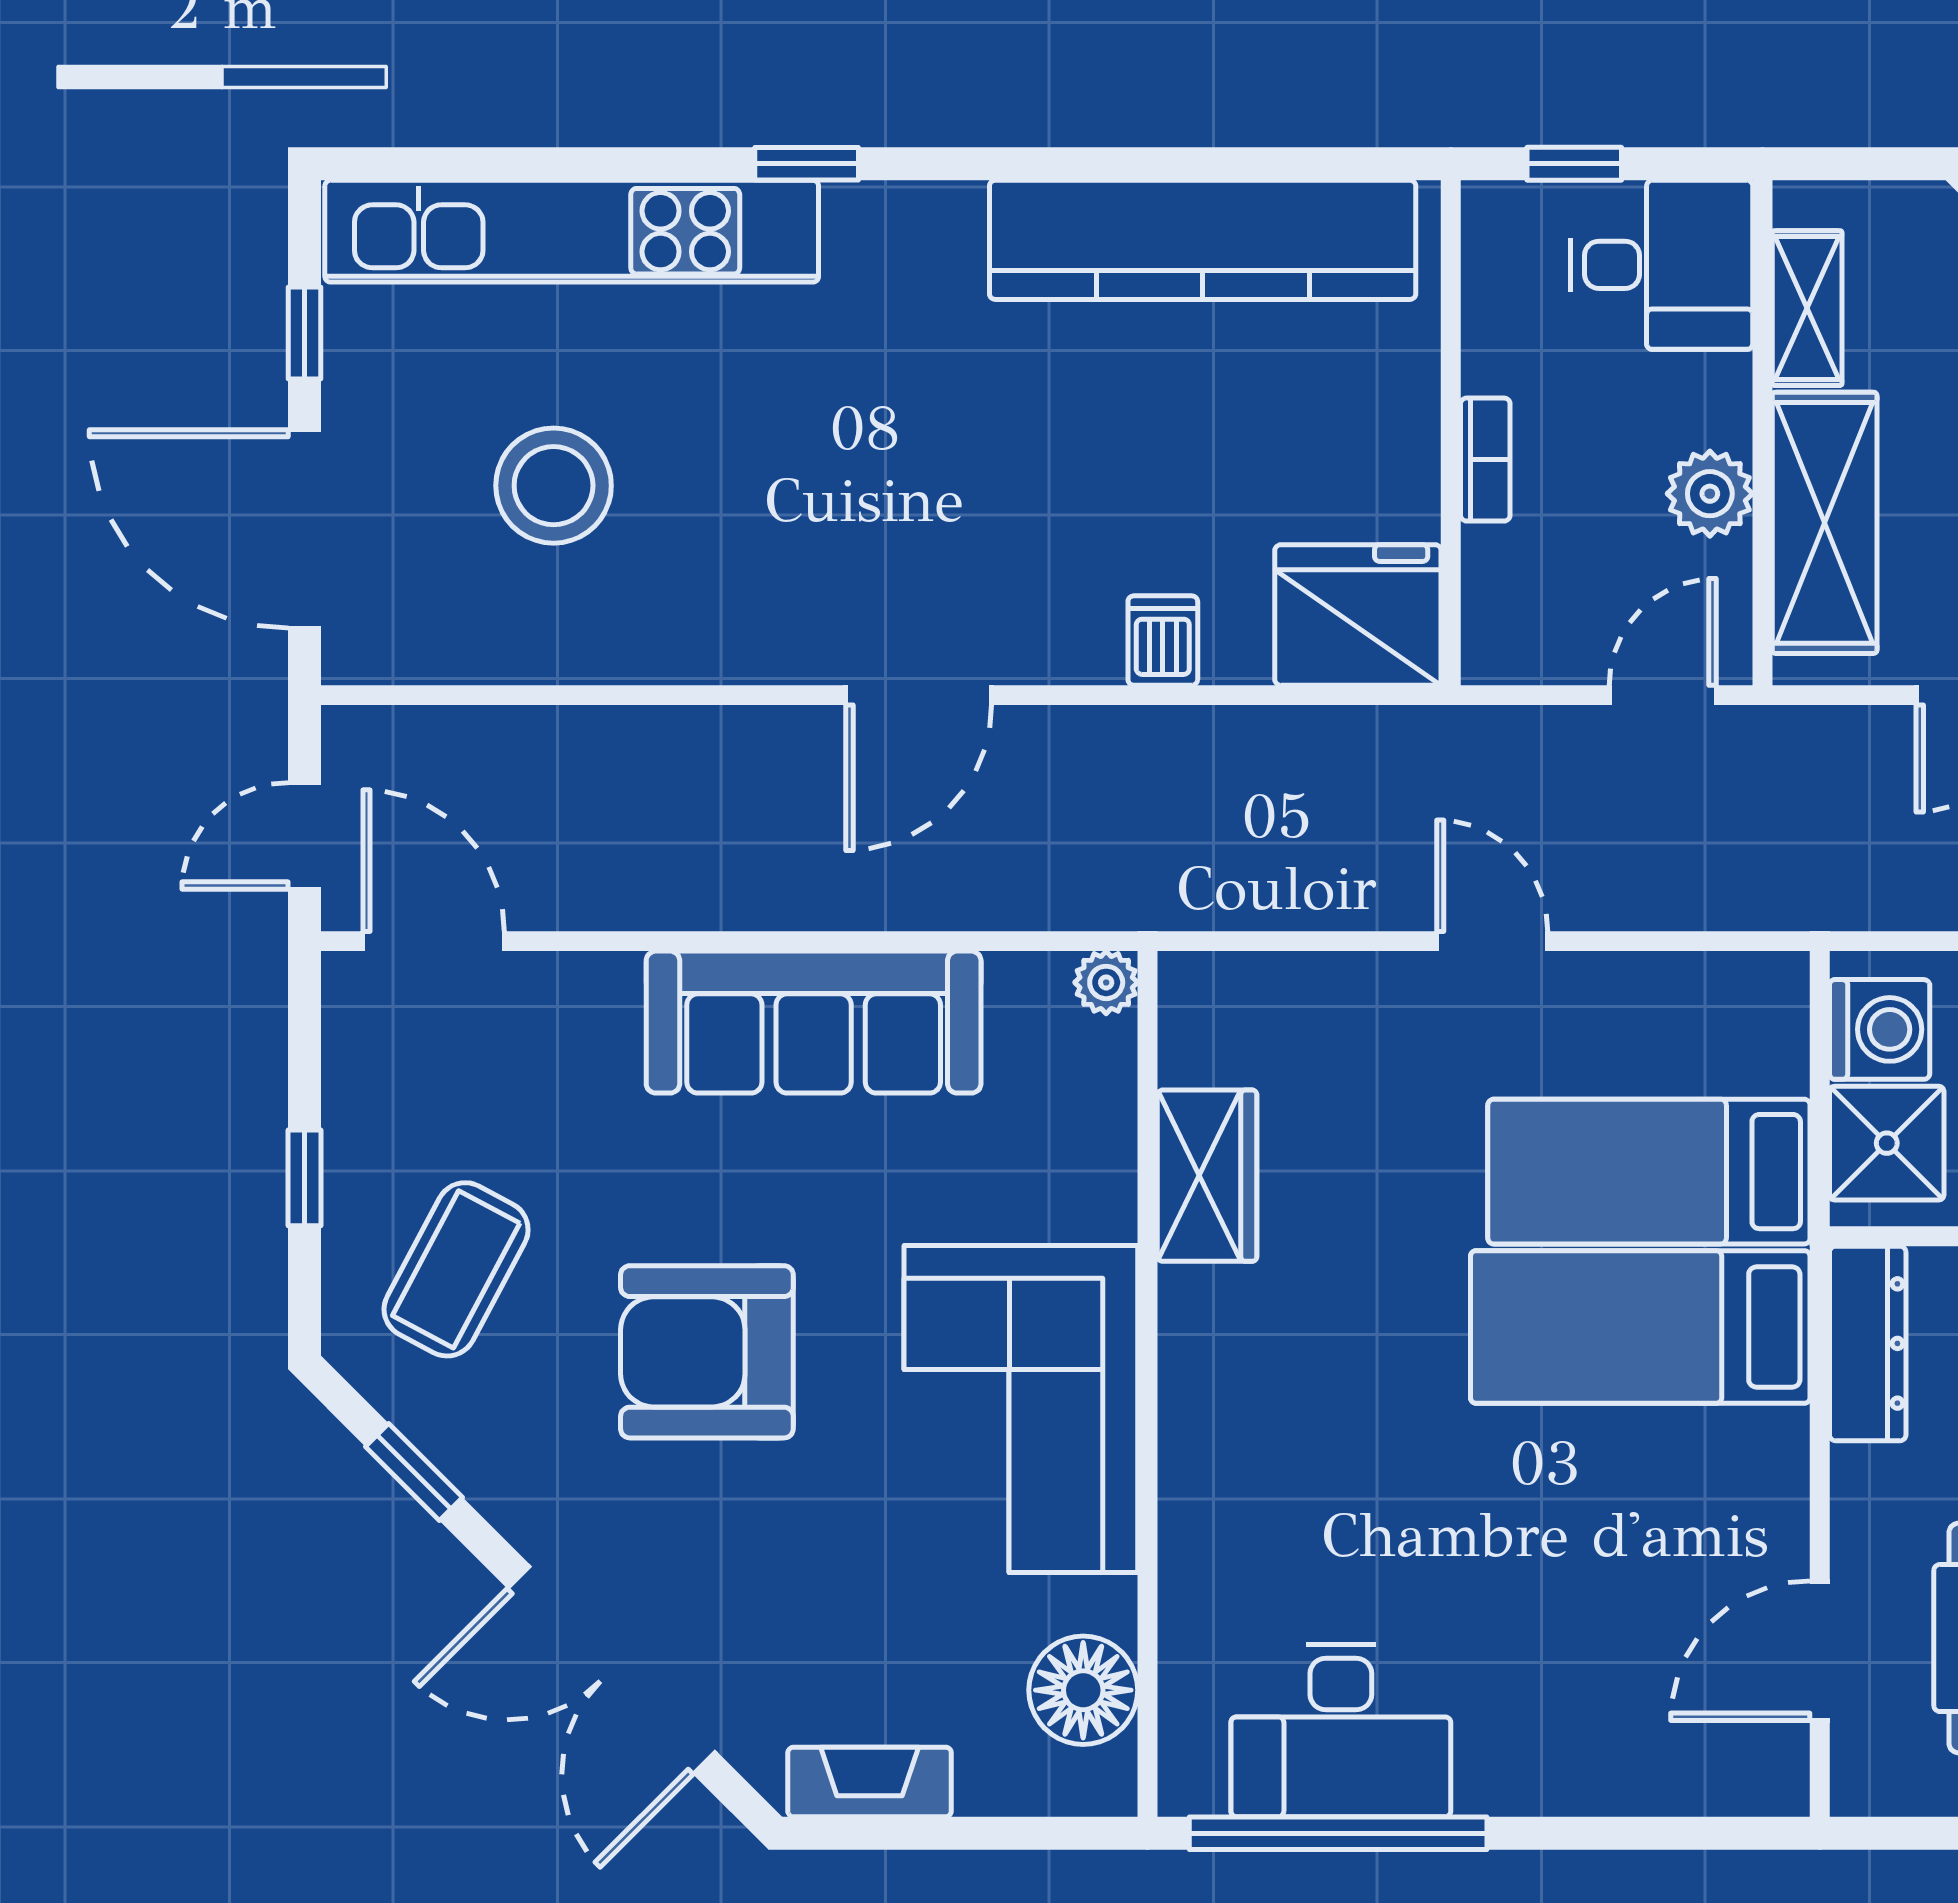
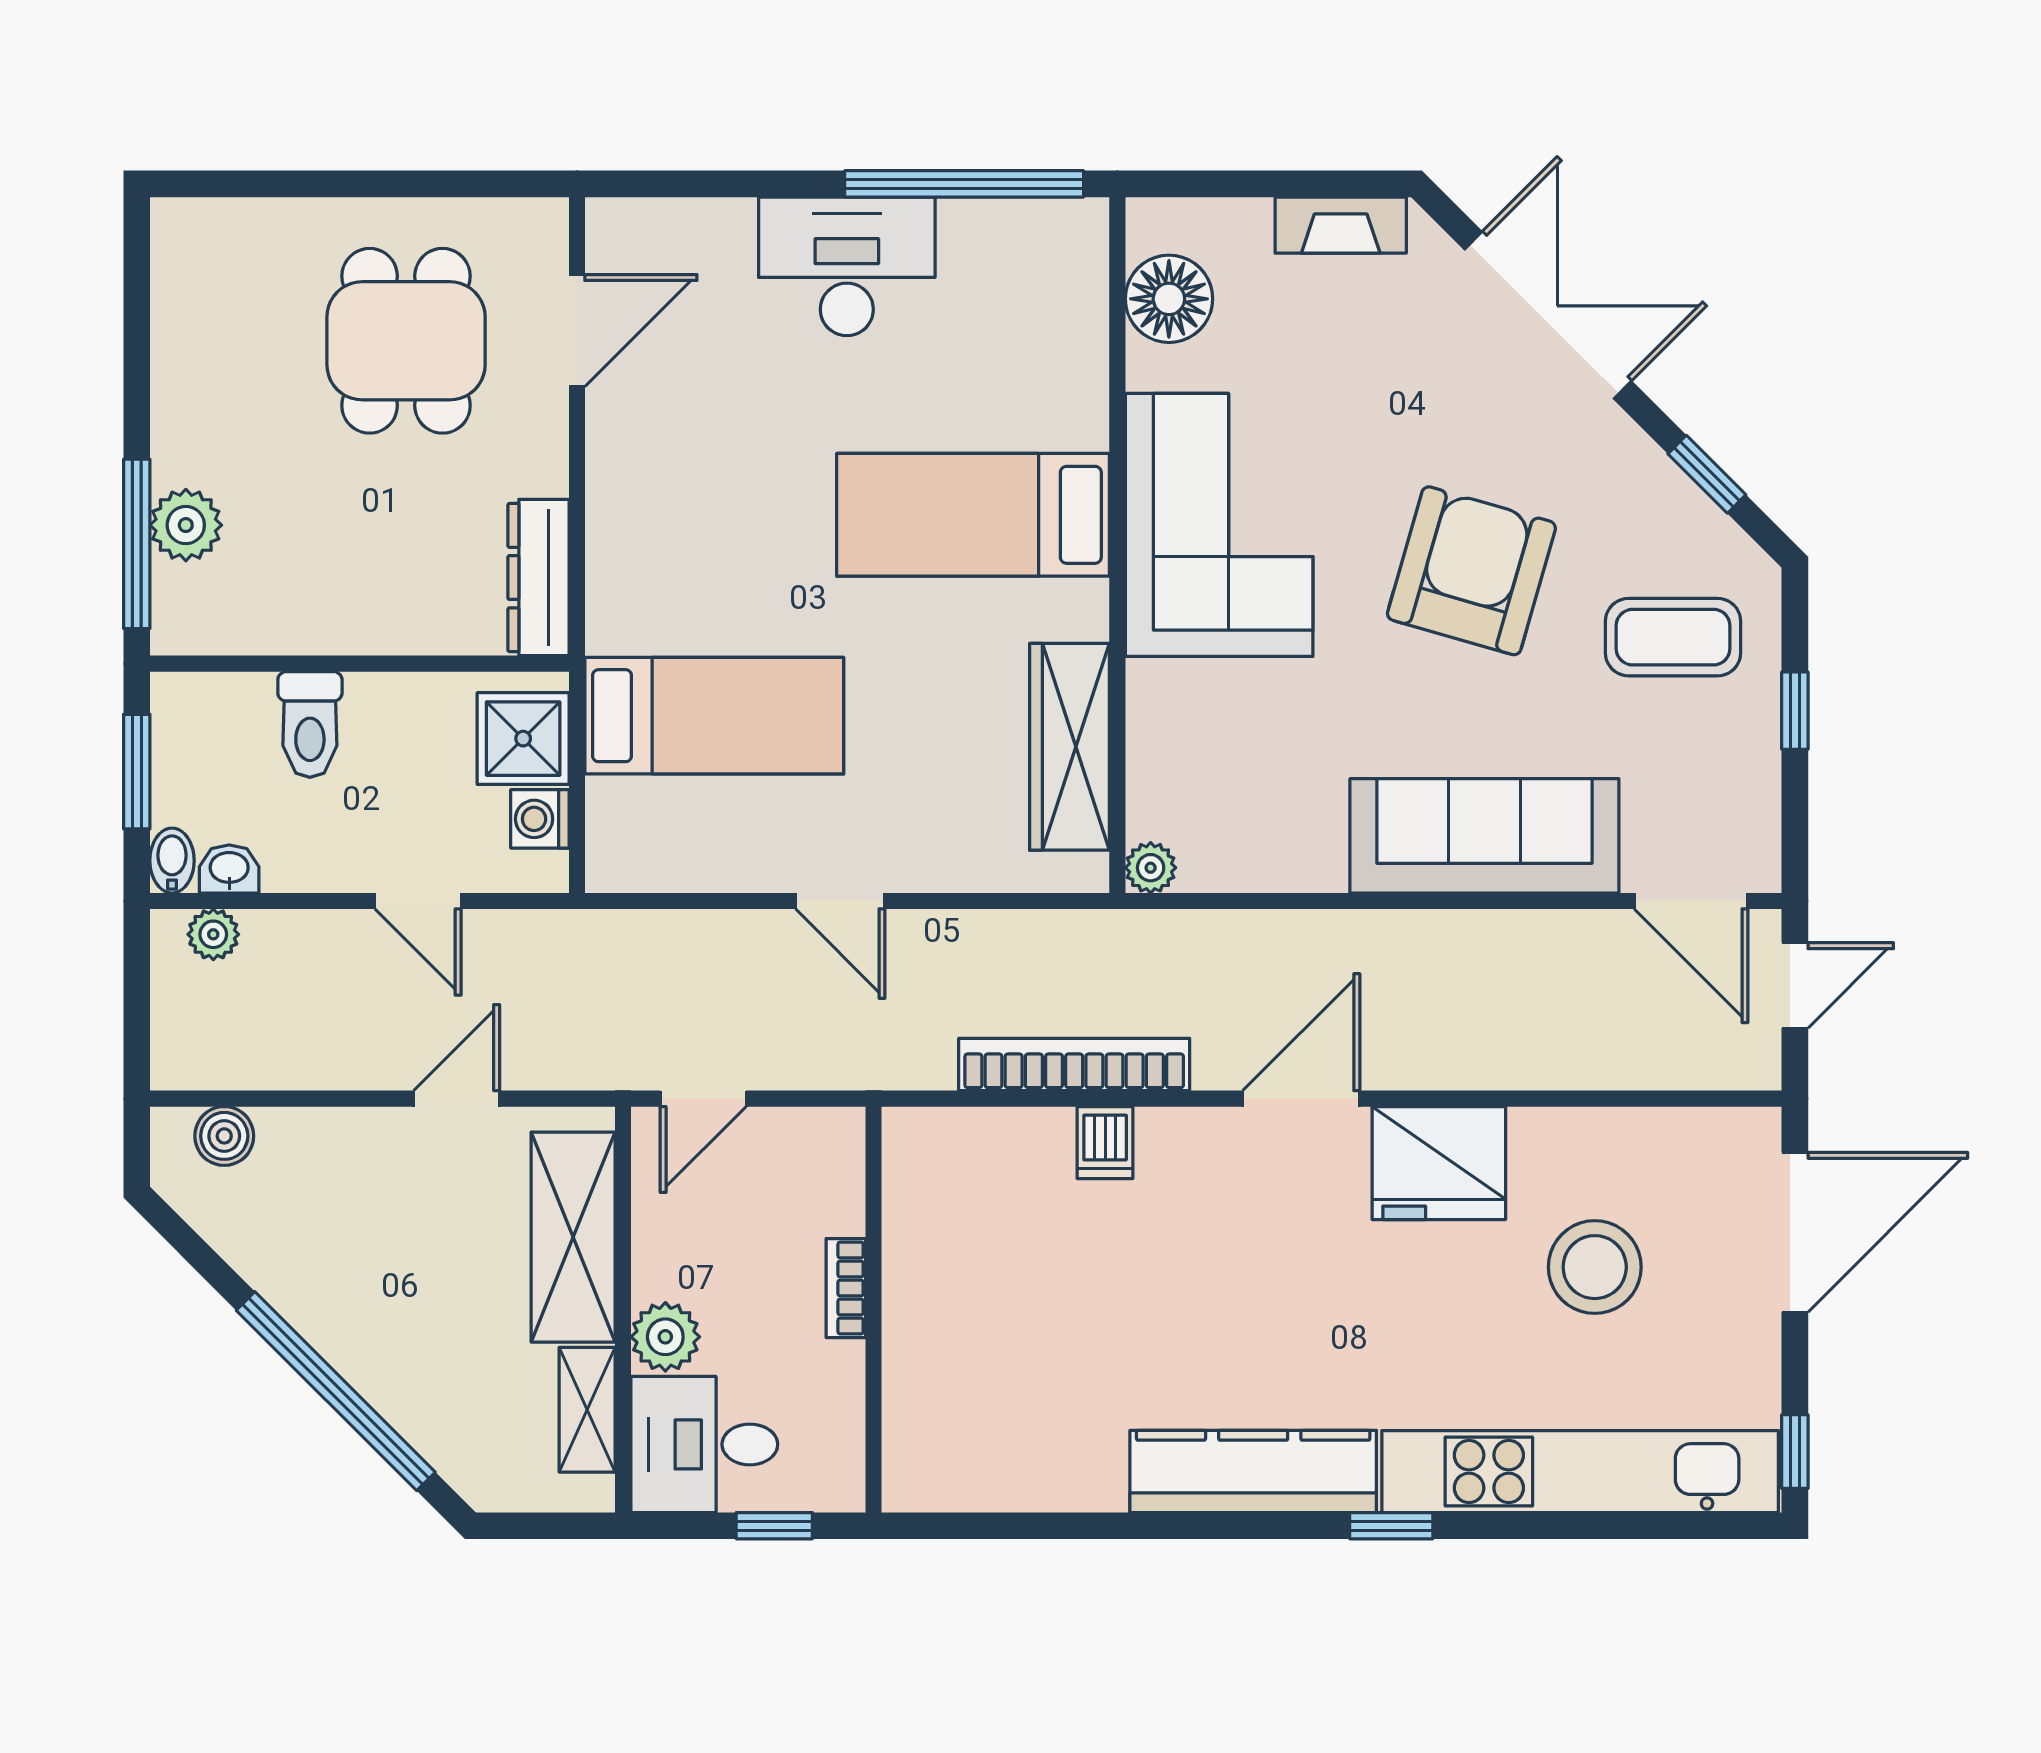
kitchen counter: (1203, 240) -> (1253, 1471), moved, width x0.72, depth x0.86
window: (305, 333) -> (1795, 1452), moved
plant: (1710, 494) -> (665, 1337), moved
door: (305, 529) -> (1795, 1232), hinge flipped
fridge: (1358, 615) -> (1439, 1163), moved
bookcase: (1201, 738) -> (1074, 1064), added
sofa: (814, 1022) -> (1484, 836), moved
washing machine: (1880, 1029) -> (540, 819), width x0.73, depth x0.73
wardrobe: (1207, 1176) -> (1069, 747), width x1.50
coffee table: (456, 1269) -> (1673, 637), turned 62
bed: (1640, 1327) -> (973, 515), moved, turned 180
armchair: (707, 1352) -> (1471, 571), turned -74
desk: (1341, 1731) -> (847, 266), moved

